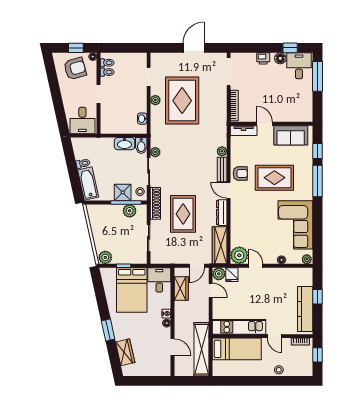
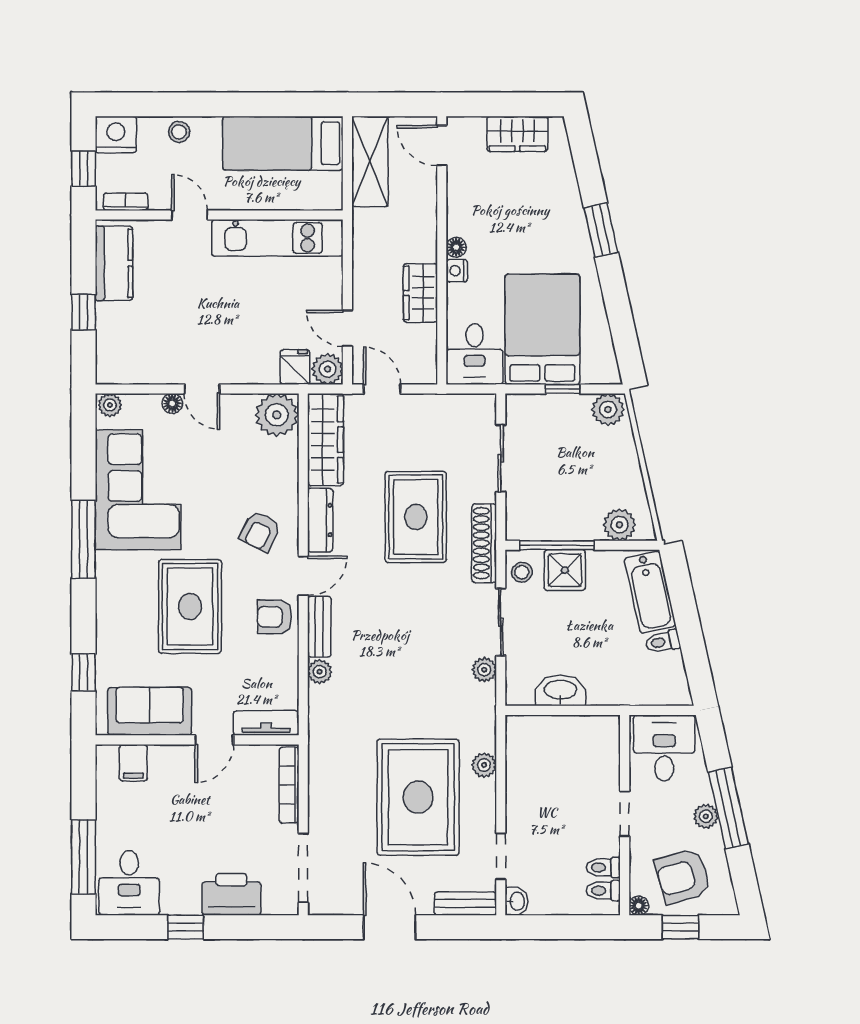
door: (194, 48) -> (390, 927), swing flipped
window: (290, 48) -> (186, 927), moved
bench: (163, 57) -> (465, 904), added
printer: (263, 58) -> (231, 894), width x1.87, depth x1.48
floor lamp: (280, 58) -> (175, 902), removed
plant: (66, 93) -> (706, 816), added
window: (56, 96) -> (728, 808), added
plant: (155, 100) -> (484, 765), moved
filing cabinet: (297, 114) -> (133, 763), added
washbasin: (142, 119) -> (517, 901), moved
door: (265, 124) -> (214, 740), hinge flipped
bidet: (141, 146) -> (519, 686), removed
rug: (274, 178) -> (190, 606), turned 90
window: (317, 181) -> (83, 539), moved
door: (229, 190) -> (303, 576), hinge flipped
armchair: (246, 208) -> (260, 531), added
plant: (130, 211) -> (620, 525), moved
door: (197, 266) -> (382, 389), hinge flipped
door: (256, 266) -> (202, 389), moved
wardrobe: (181, 289) -> (420, 293), moved
kitchen counter: (305, 309) -> (114, 263), width x0.67
door: (172, 347) -> (442, 146), moved
shelving: (202, 349) -> (370, 161), width x0.68
bed: (237, 349) -> (283, 143), moved
wardrobe: (125, 352) -> (517, 134), moved, turned -78
nightstand: (304, 369) -> (116, 135), added

